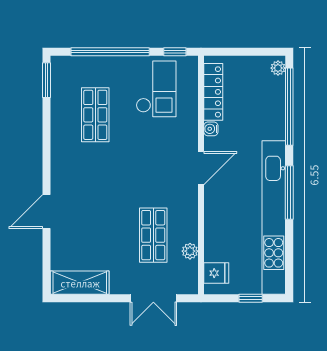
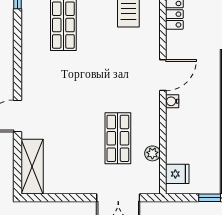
water cooler: (211, 129) -> (172, 101), moved
shelving: (80, 283) -> (32, 167), moved, turned 90

